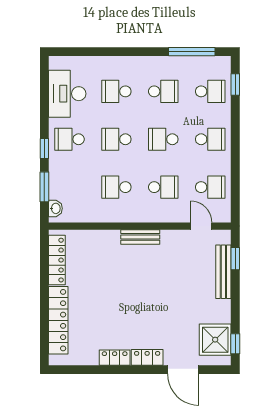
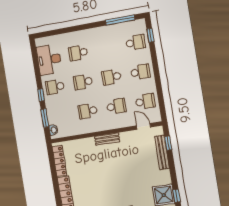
school desk: (163, 91) -> (107, 48), removed

